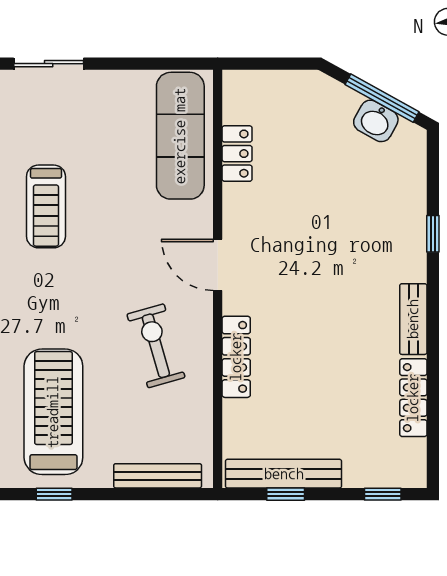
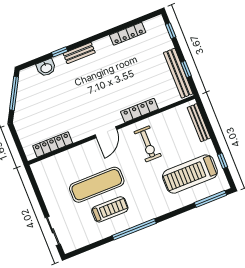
washbasin: (376, 121) -> (46, 68), moved, turned 61
exercise mat: (180, 136) -> (97, 185), moved
locker: (237, 154) -> (53, 144), width x1.53
bench: (413, 319) -> (79, 53), moved
exercise bike: (156, 346) -> (148, 144), turned -74

